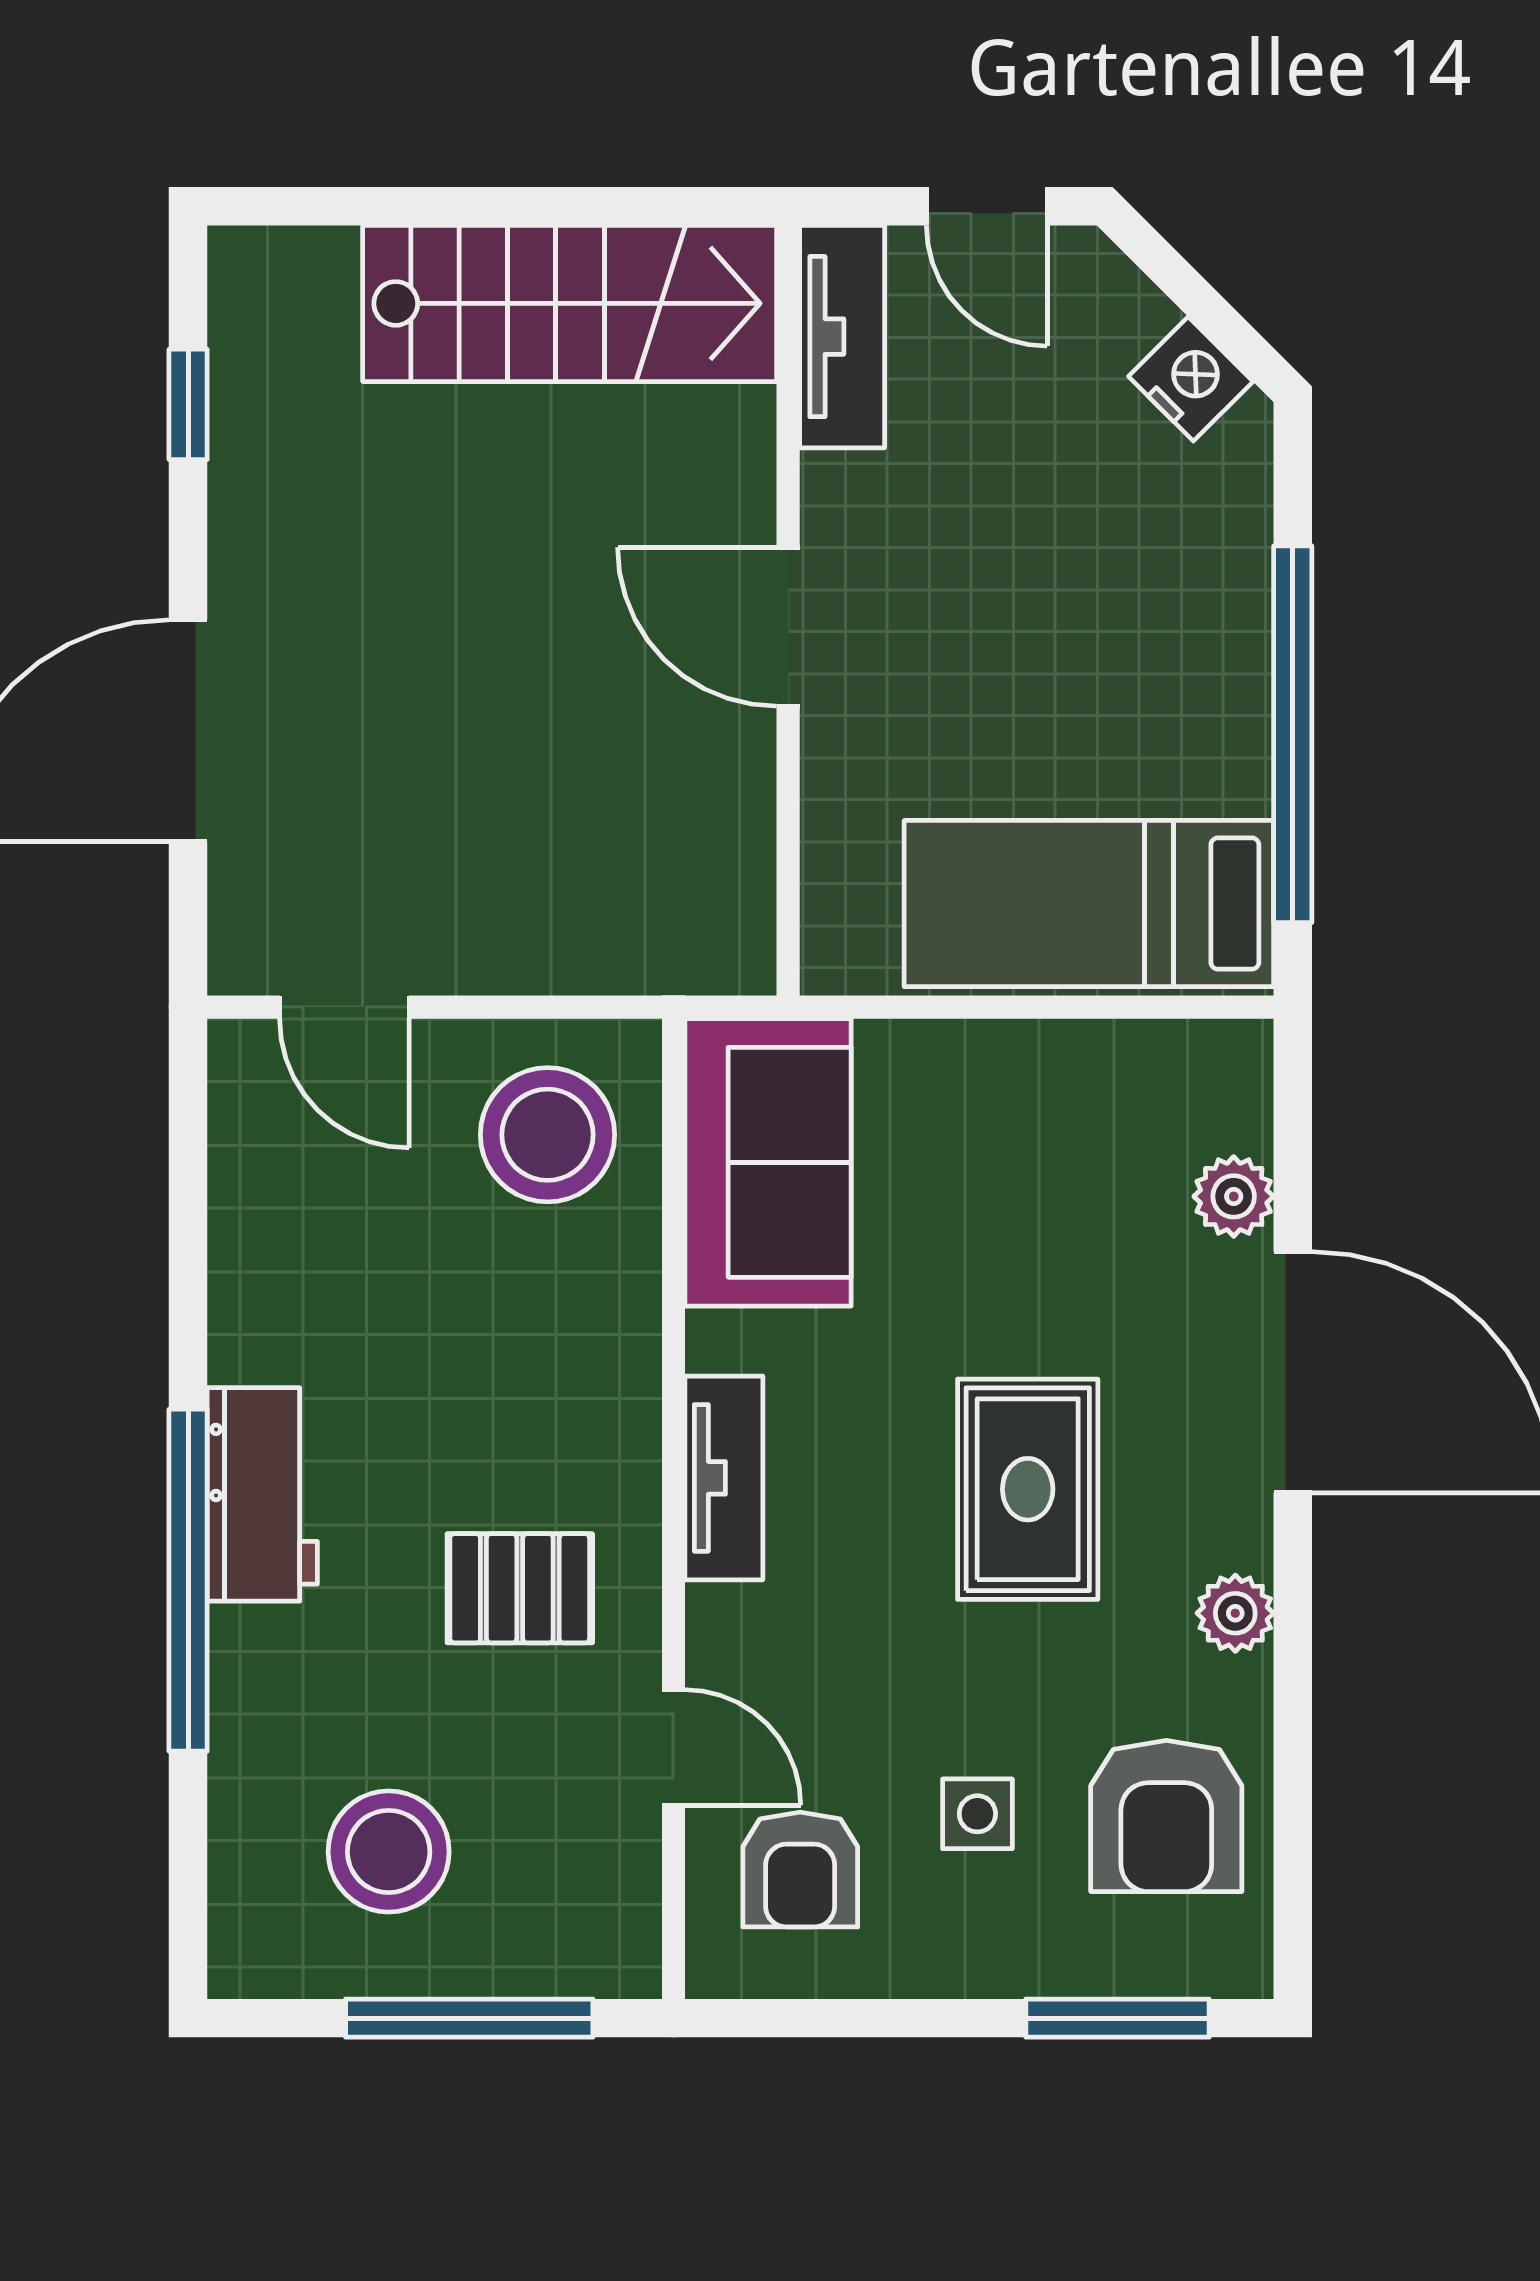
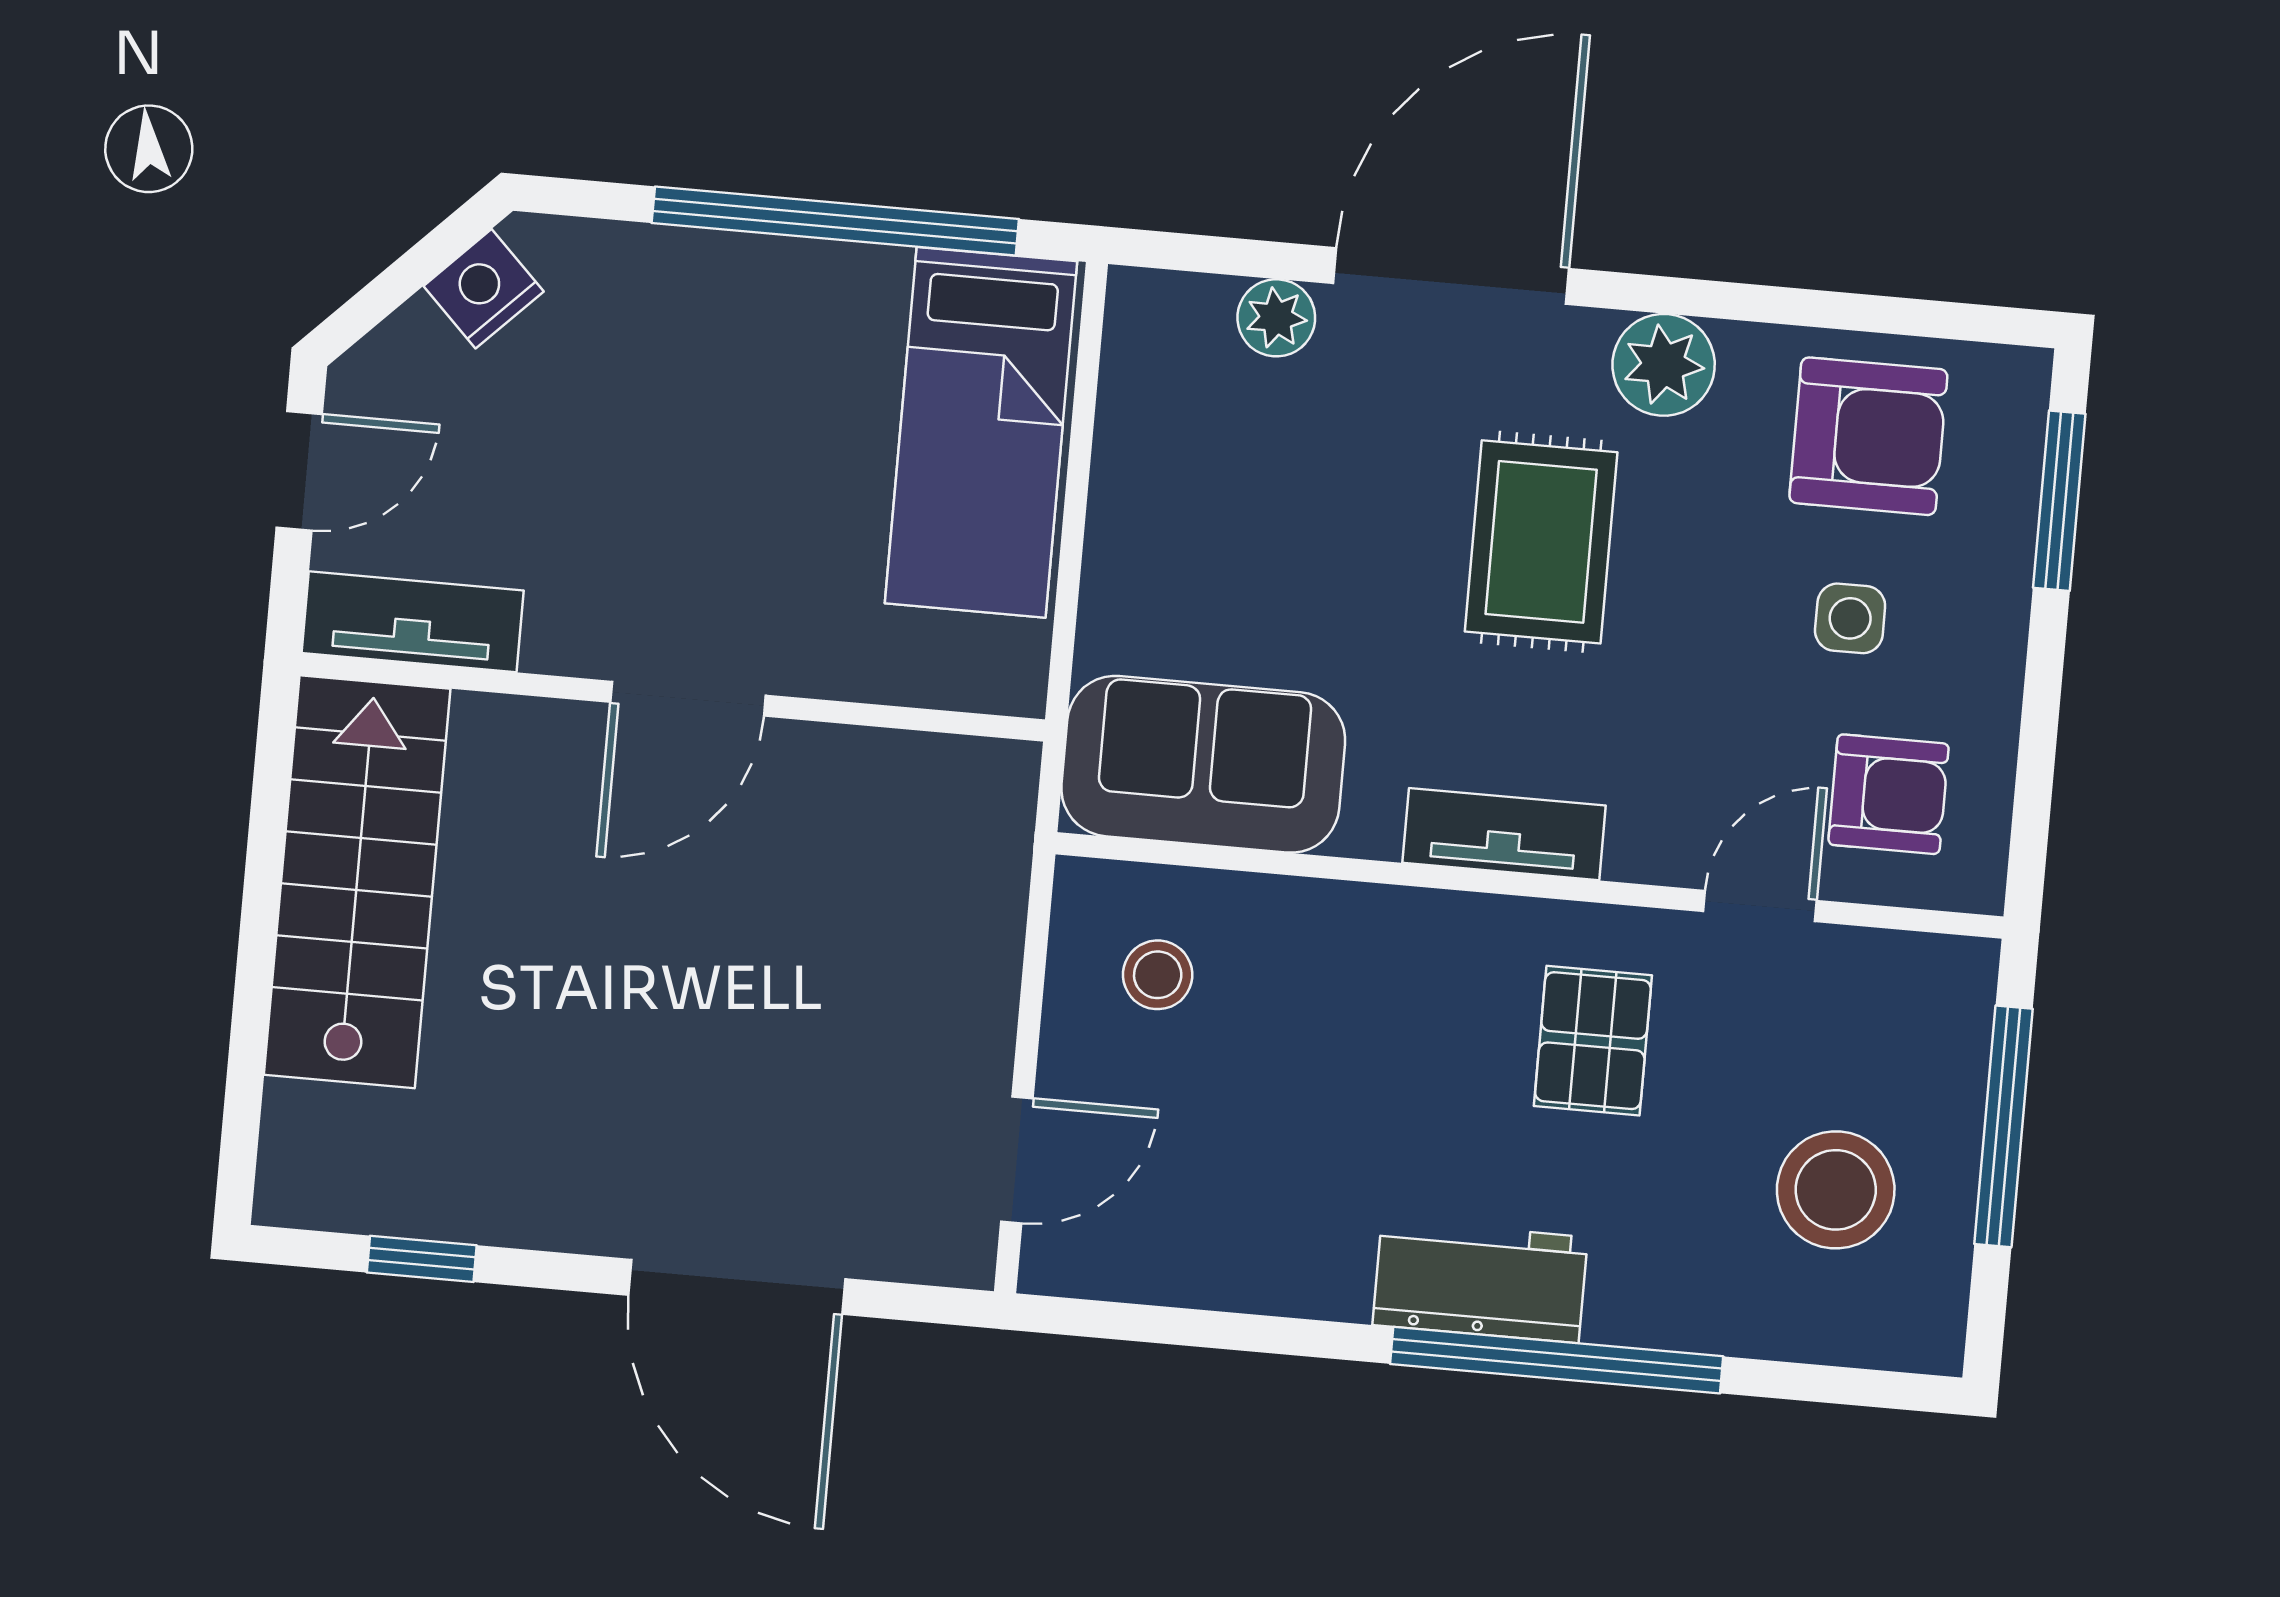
stool: (548, 1135) -> (1158, 975), width x0.53, depth x0.53
rug: (1028, 1489) -> (1541, 542), turned 90
plant: (1235, 1613) -> (1664, 365), width x1.38, depth x1.38

